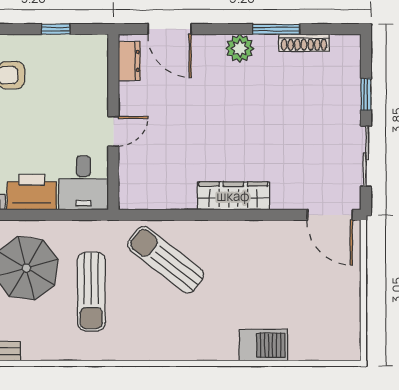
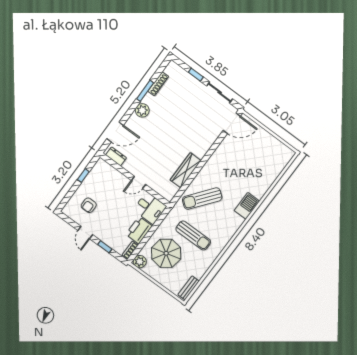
door: (113, 131) -> (139, 182), swing flipped
wardrobe: (233, 196) -> (186, 170), moved
barbecue: (263, 345) -> (247, 206), moved

